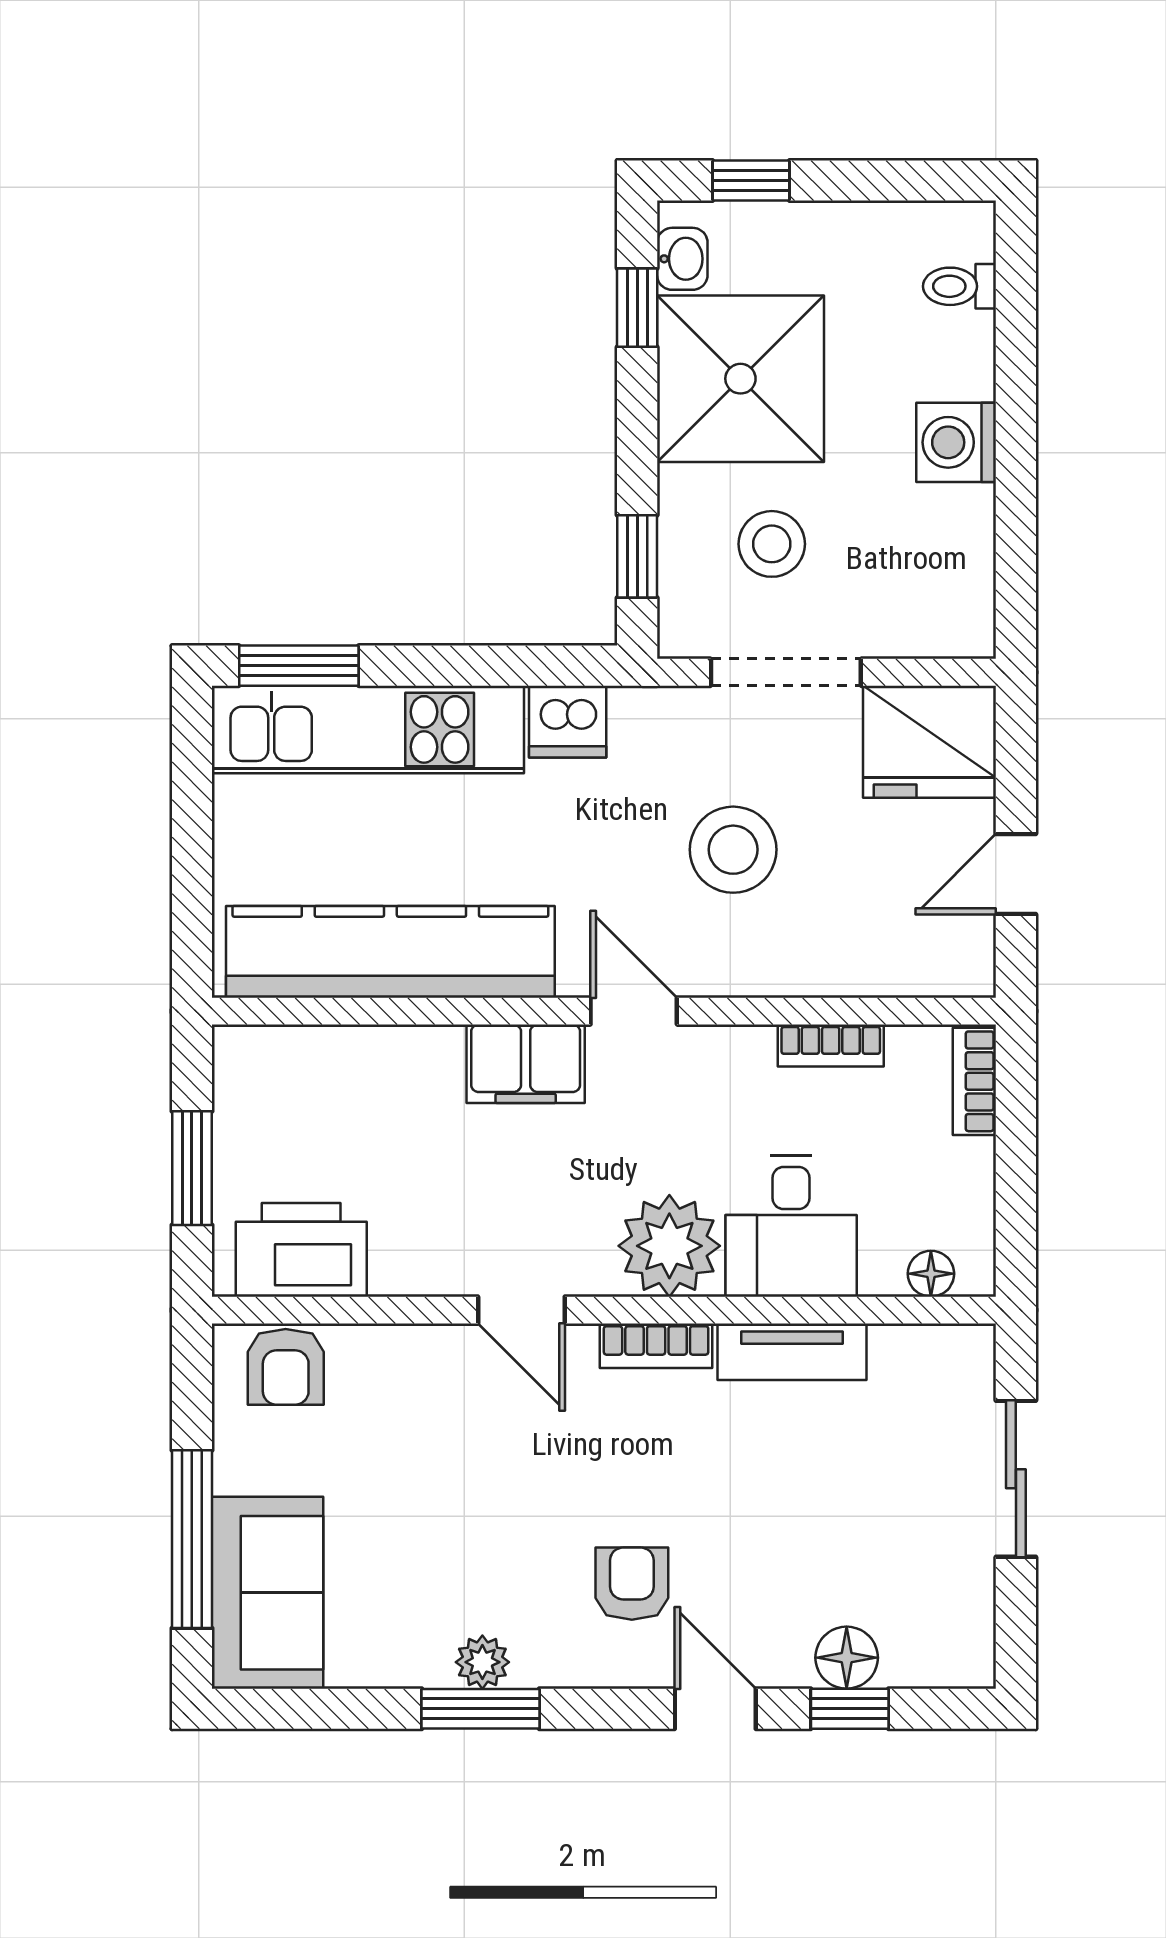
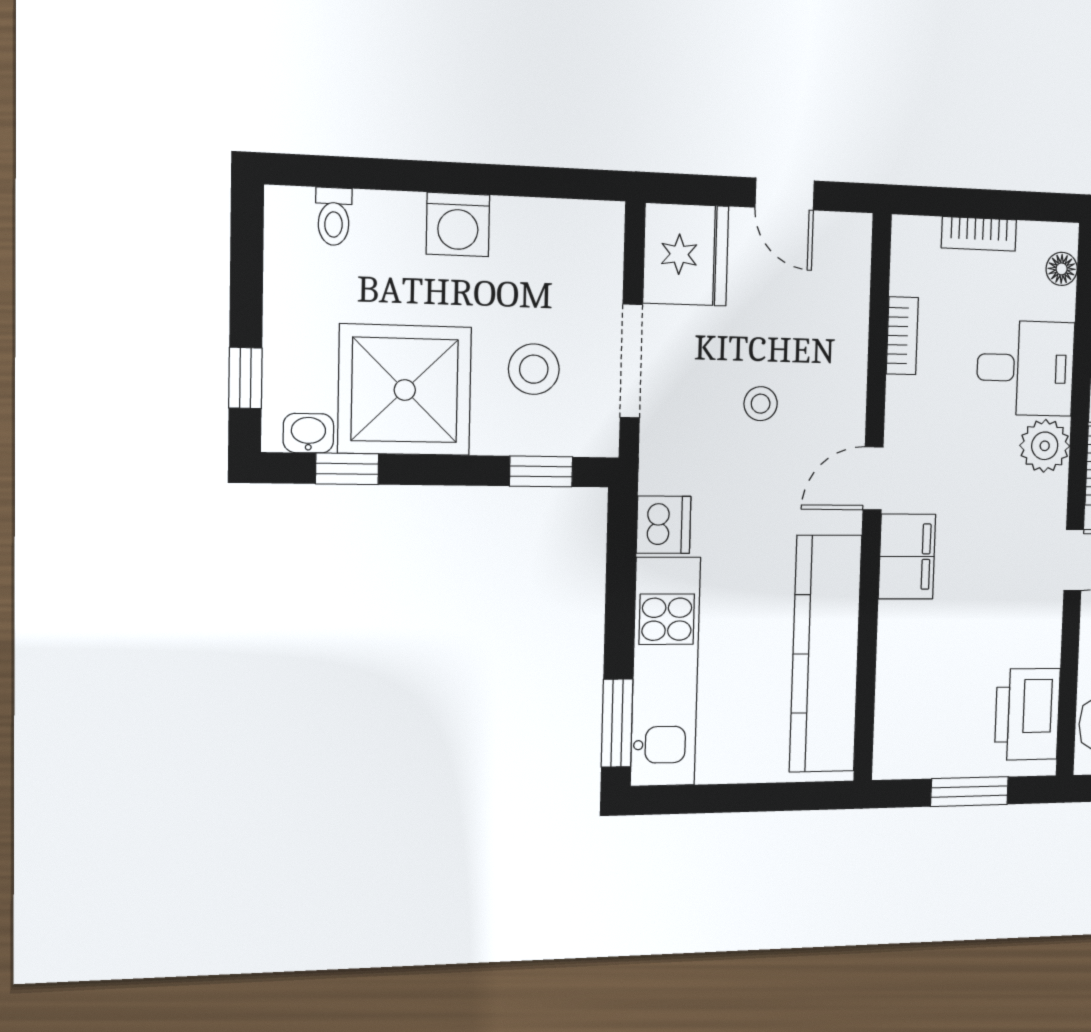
stool: (733, 850) -> (761, 404), width x0.53, depth x0.53
bookcase: (974, 1081) -> (979, 234), moved
plant: (669, 1246) -> (1045, 446), width x0.73, depth x0.73

